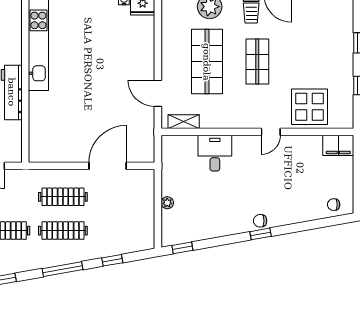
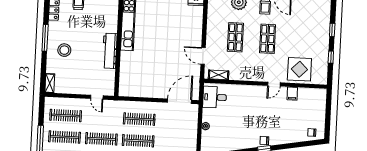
shop shelf: (207, 62) -> (235, 37), width x0.70, depth x0.74
filing cabinet: (338, 145) -> (292, 94), moved, width x0.50
desk: (215, 153) -> (215, 97), moved, turned -90
door: (108, 166) -> (179, 101), moved

